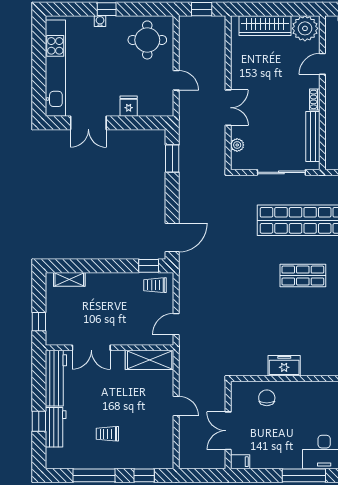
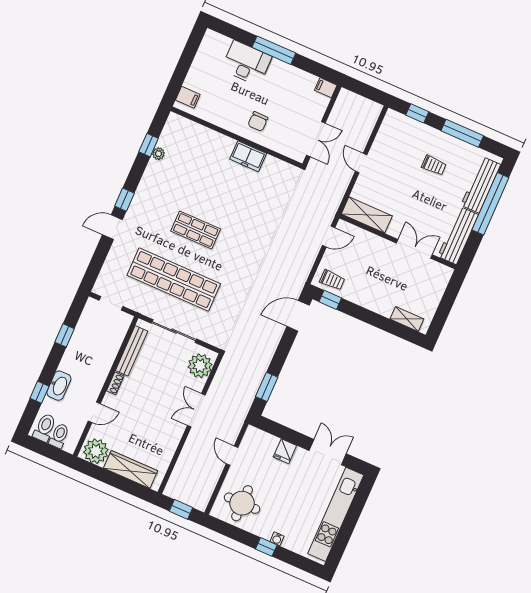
plant: (237, 145) -> (200, 366), width x1.87, depth x1.87
window: (39, 322) -> (451, 293), removed
chair: (267, 398) -> (258, 121), moved
window: (39, 421) -> (490, 204), width x3.17
workbench: (56, 427) -> (481, 185), width x1.38
double door: (228, 431) -> (316, 139), moved

